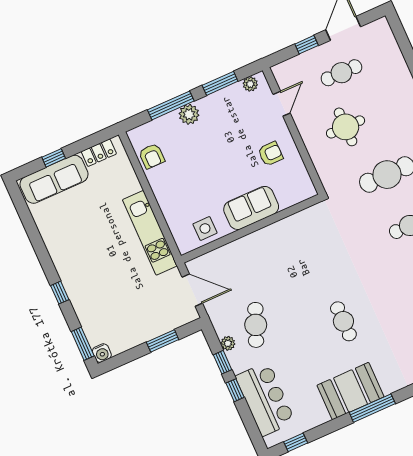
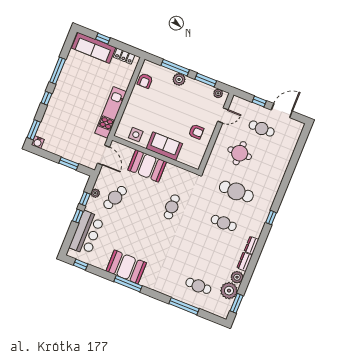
window: (40, 248) -> (58, 71), added
booth: (255, 251) -> (147, 166), added
cafe table: (343, 321) -> (172, 207), moved

